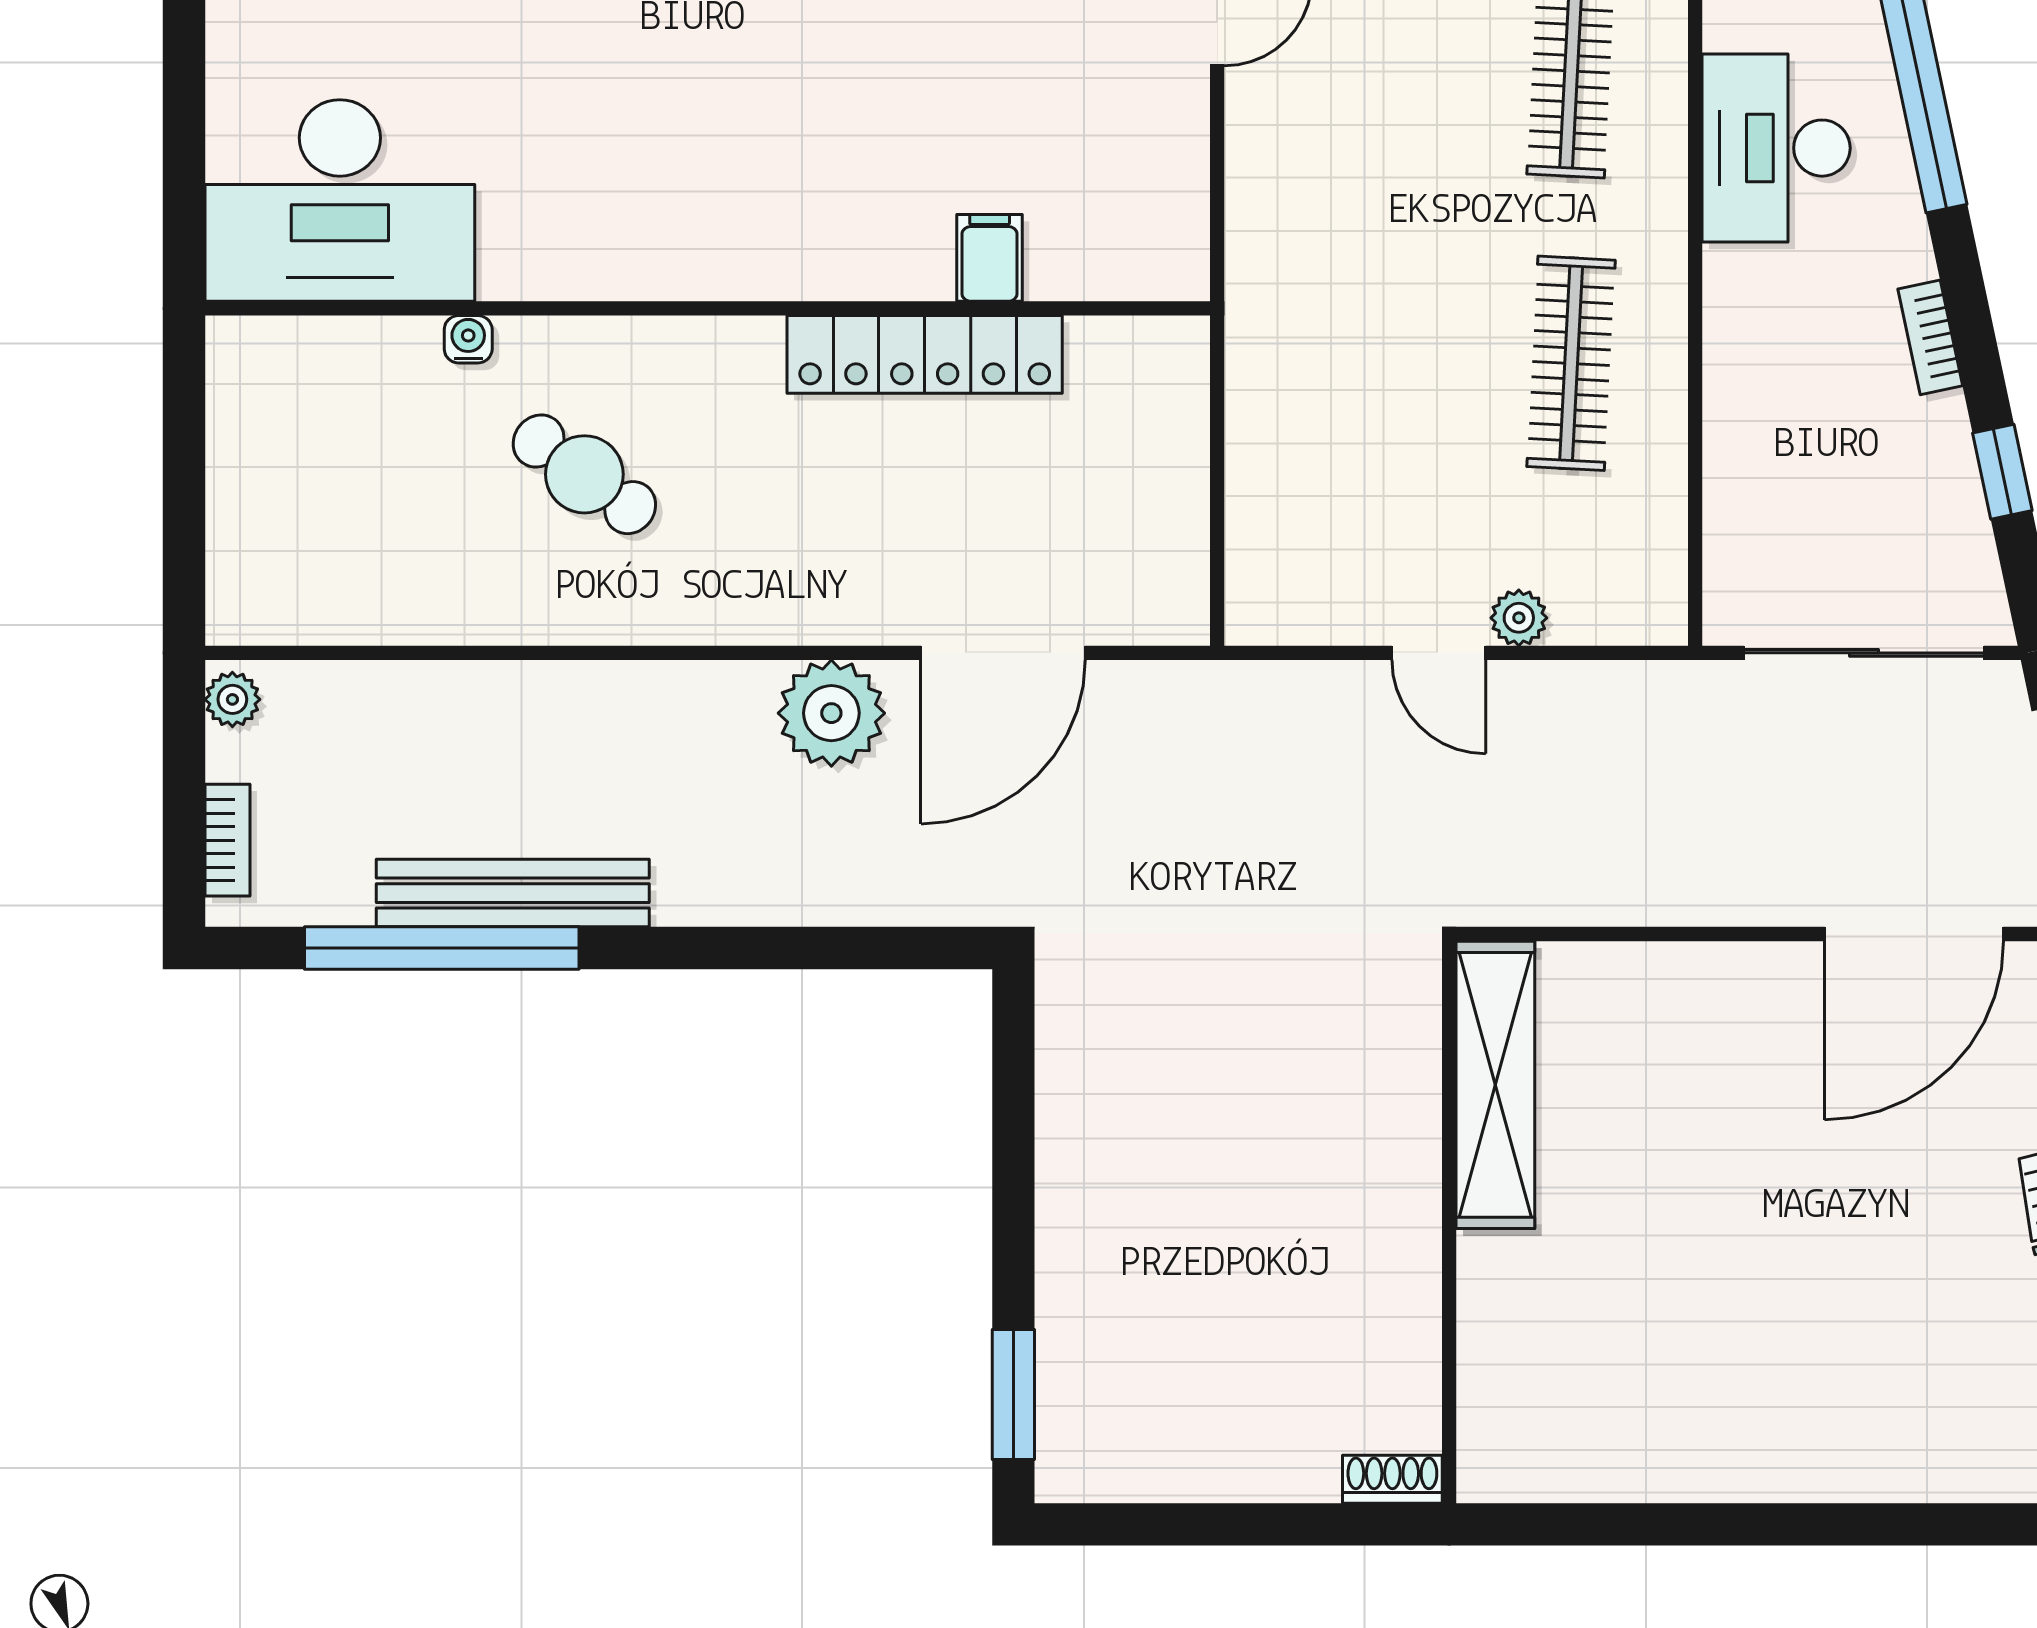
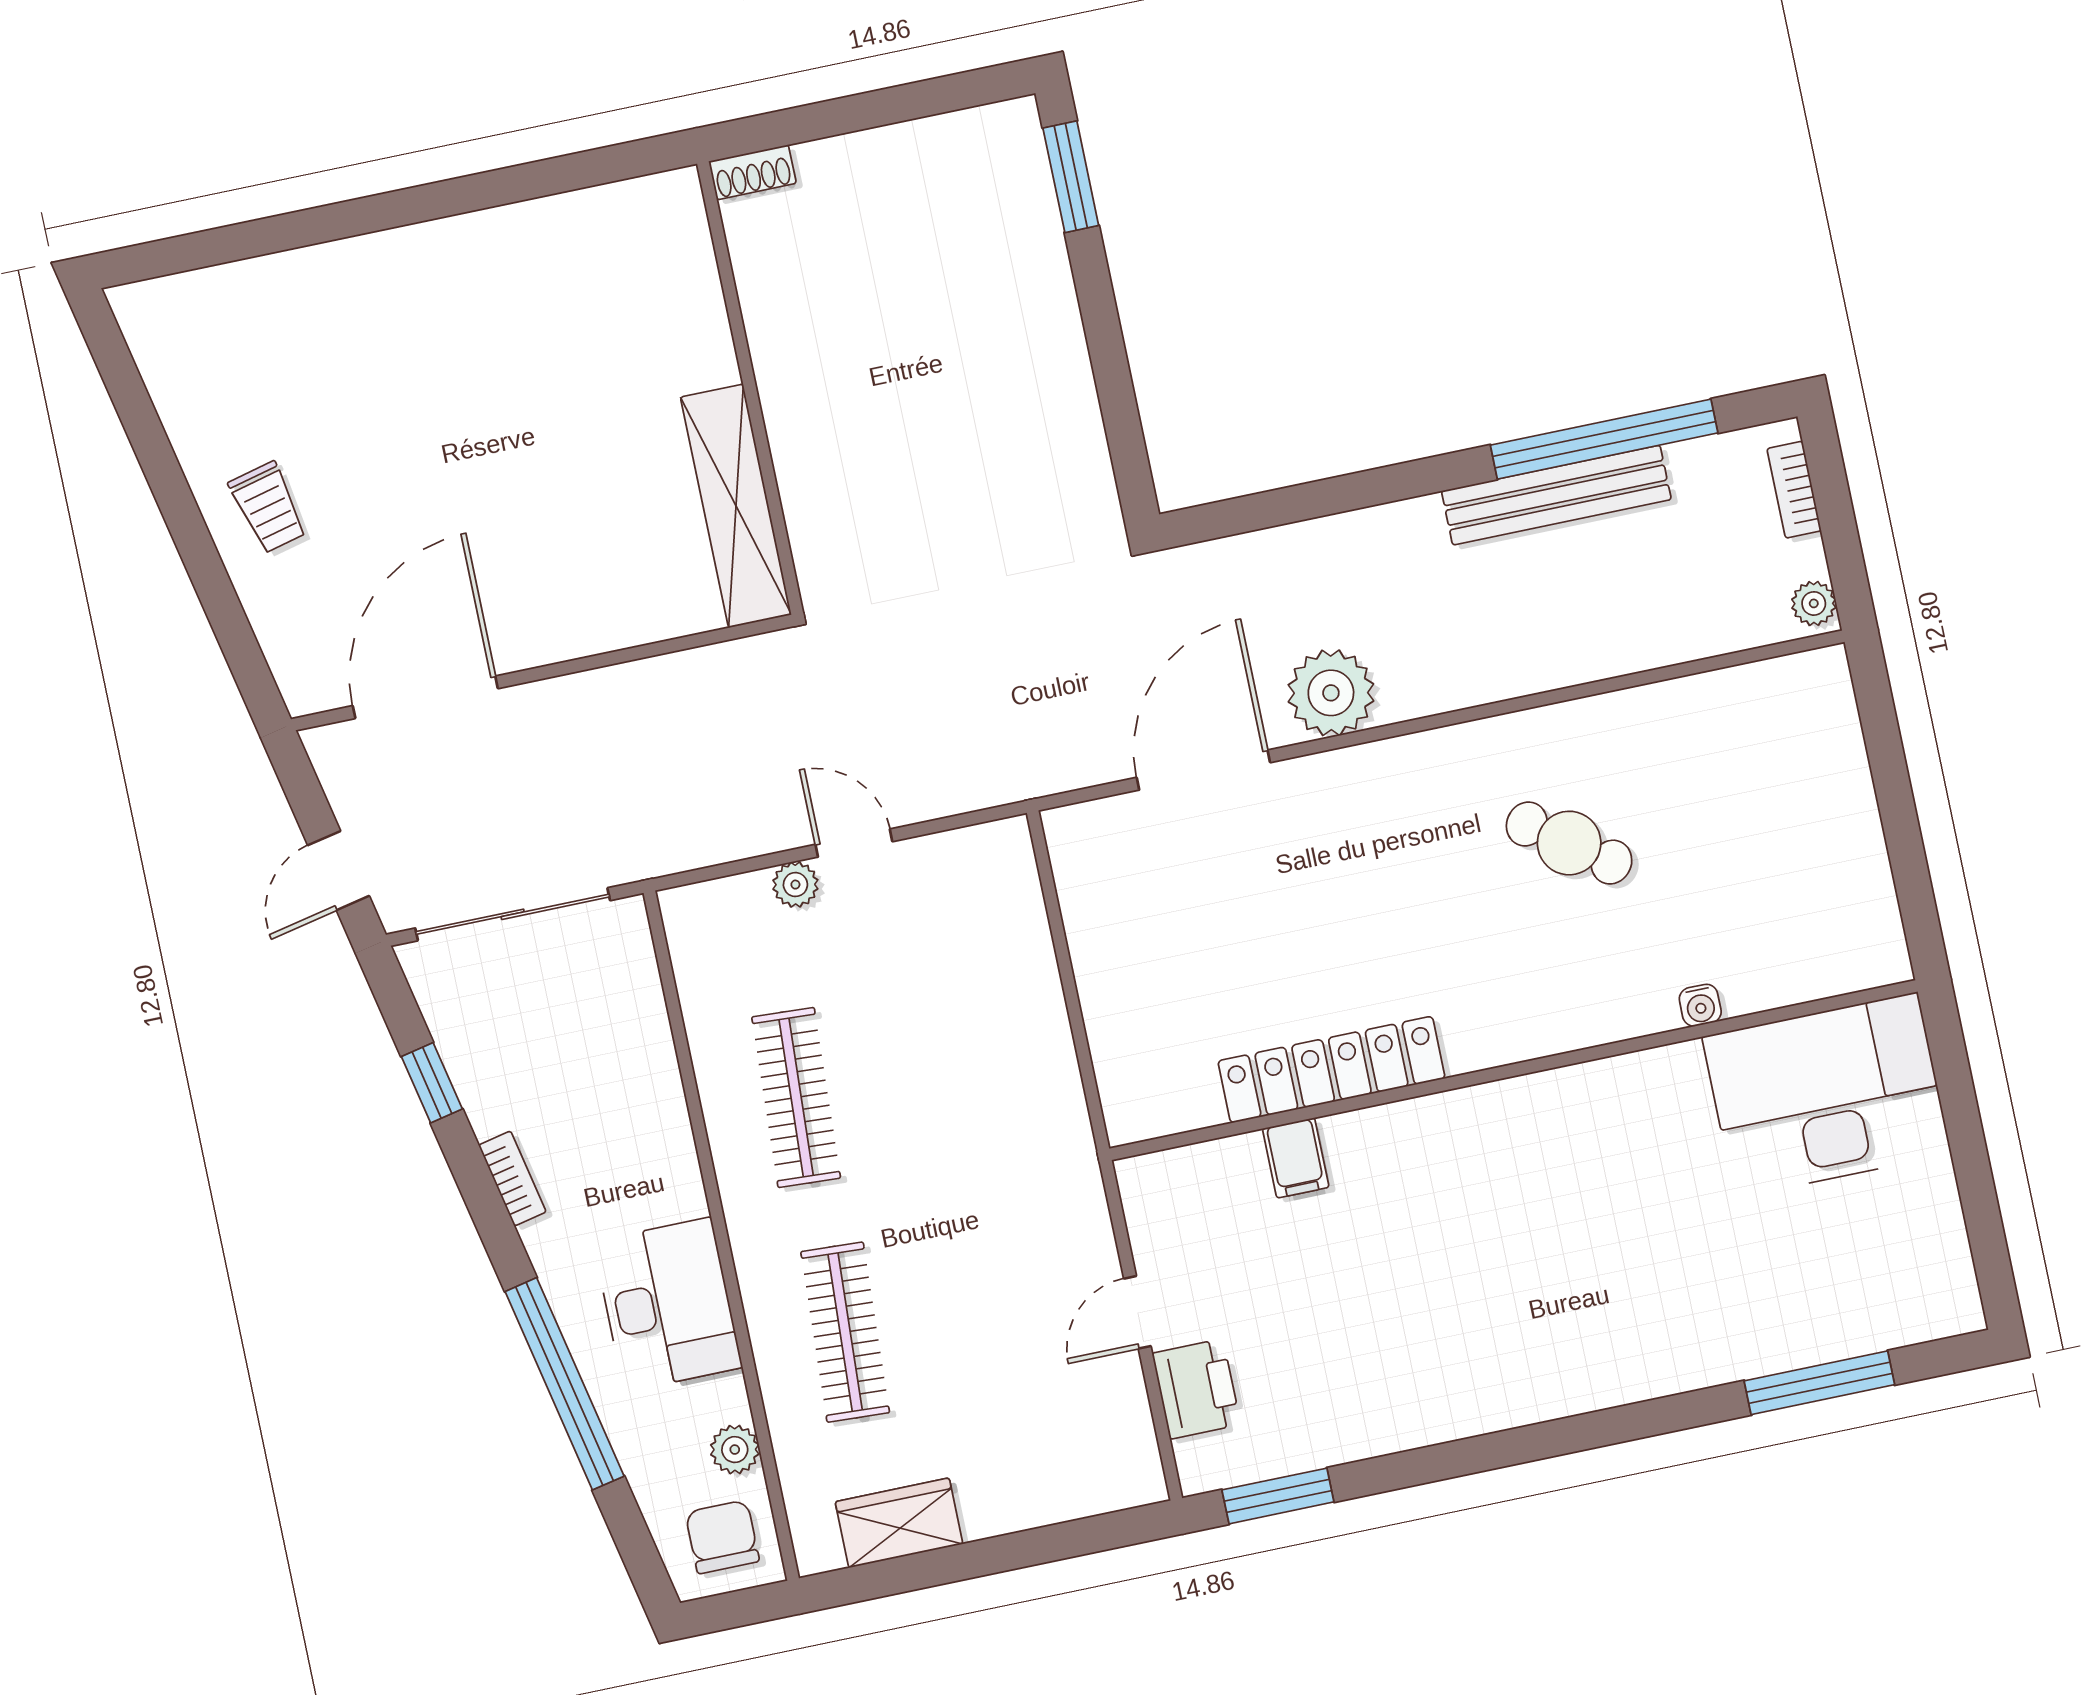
desk: (340, 200) -> (1827, 1095), moved
filing cabinet: (990, 258) -> (1296, 1158), moved
wall: (708, 308) -> (1513, 1070), moved
water cooler: (468, 339) -> (1700, 1005), moved
locker: (925, 354) -> (1331, 1070), moved

